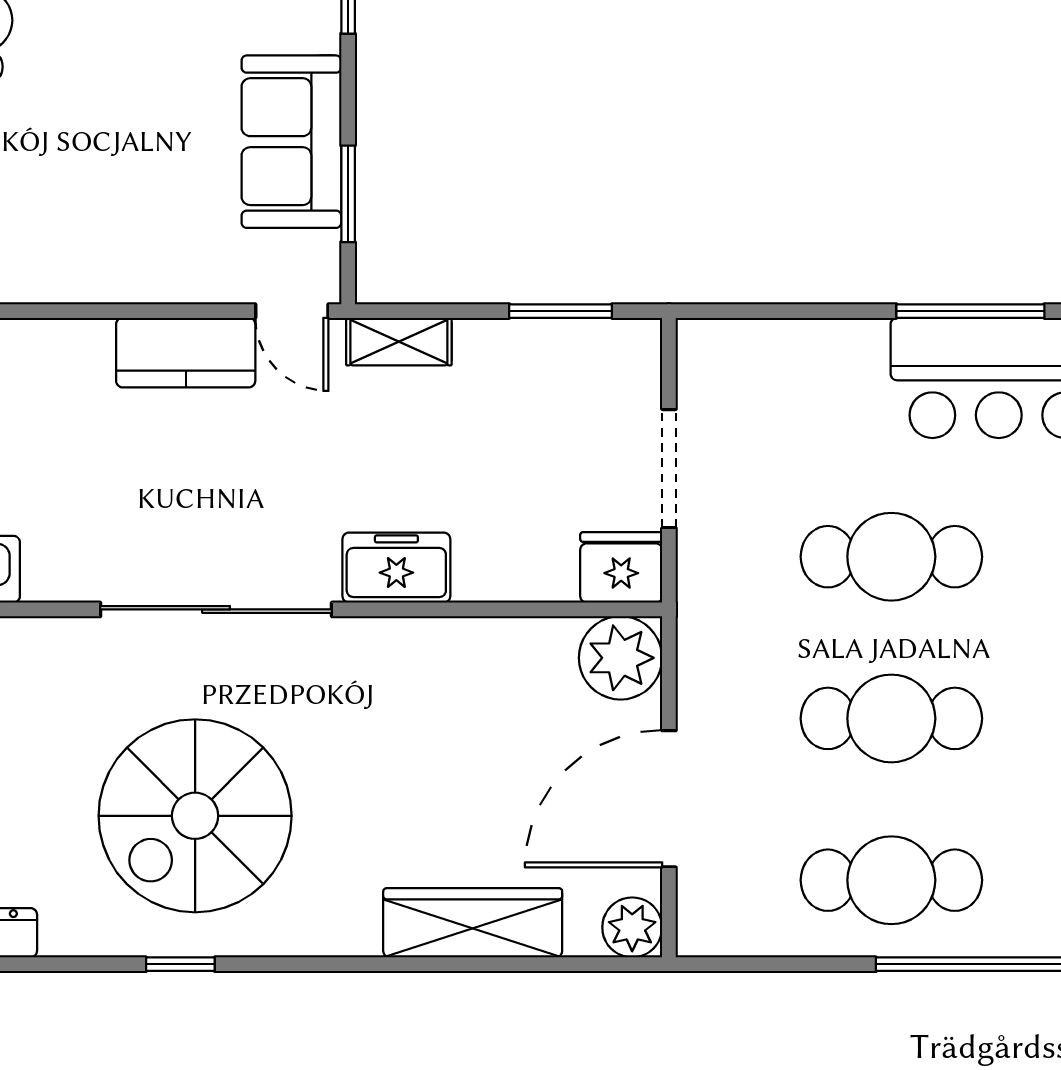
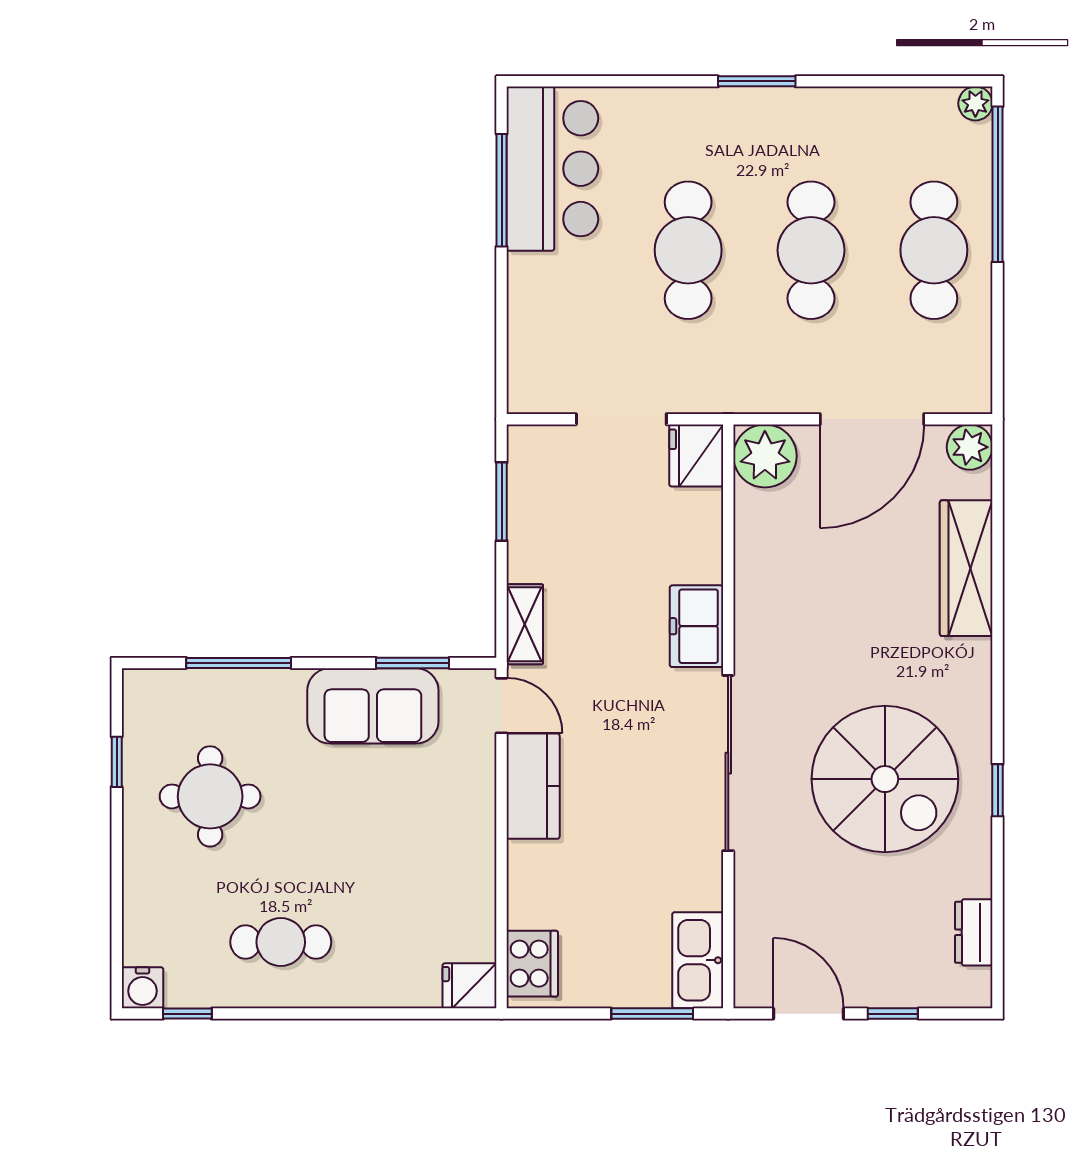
door: (292, 311) -> (502, 706), hinge flipped
door: (669, 799) -> (872, 419), hinge flipped

